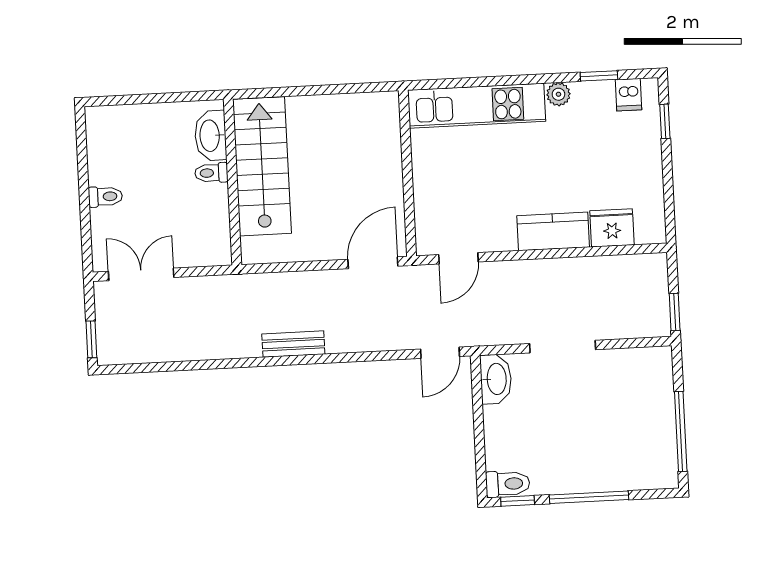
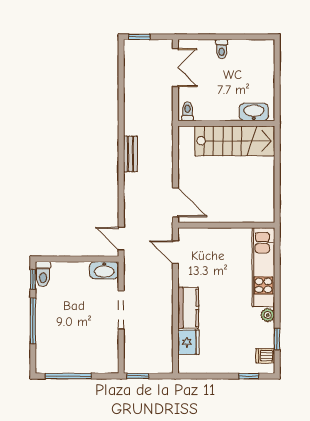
toilet: (211, 173) -> (187, 111), moved

